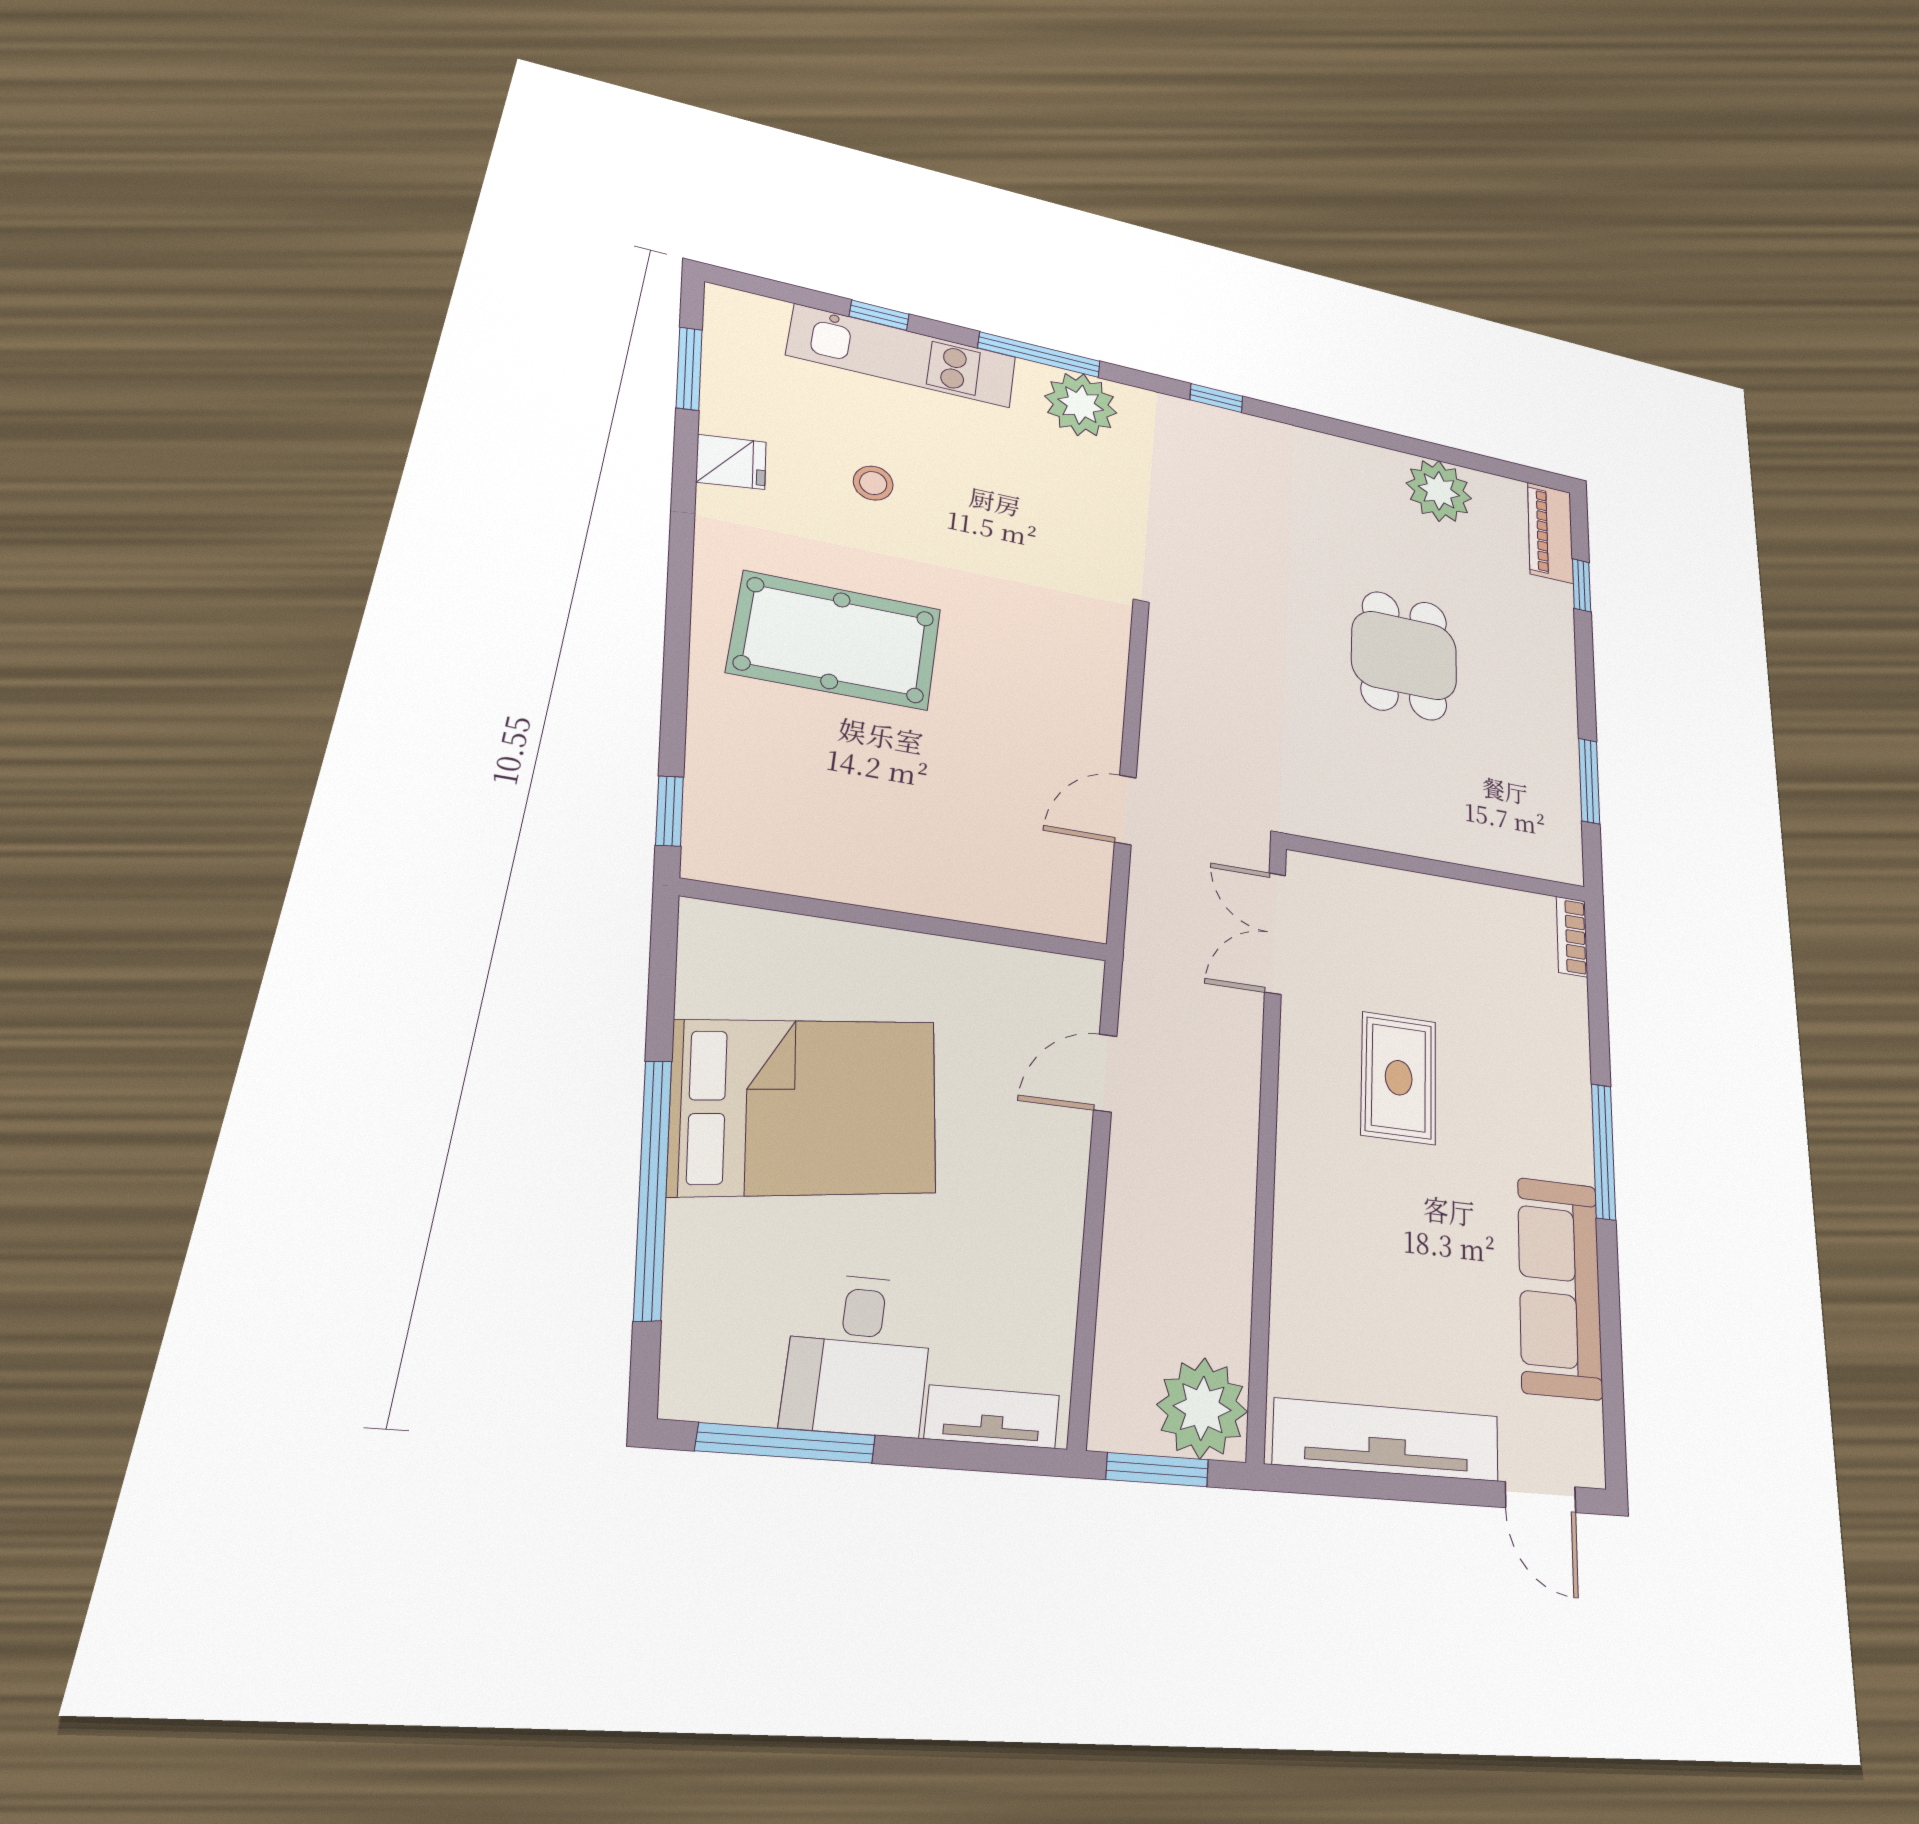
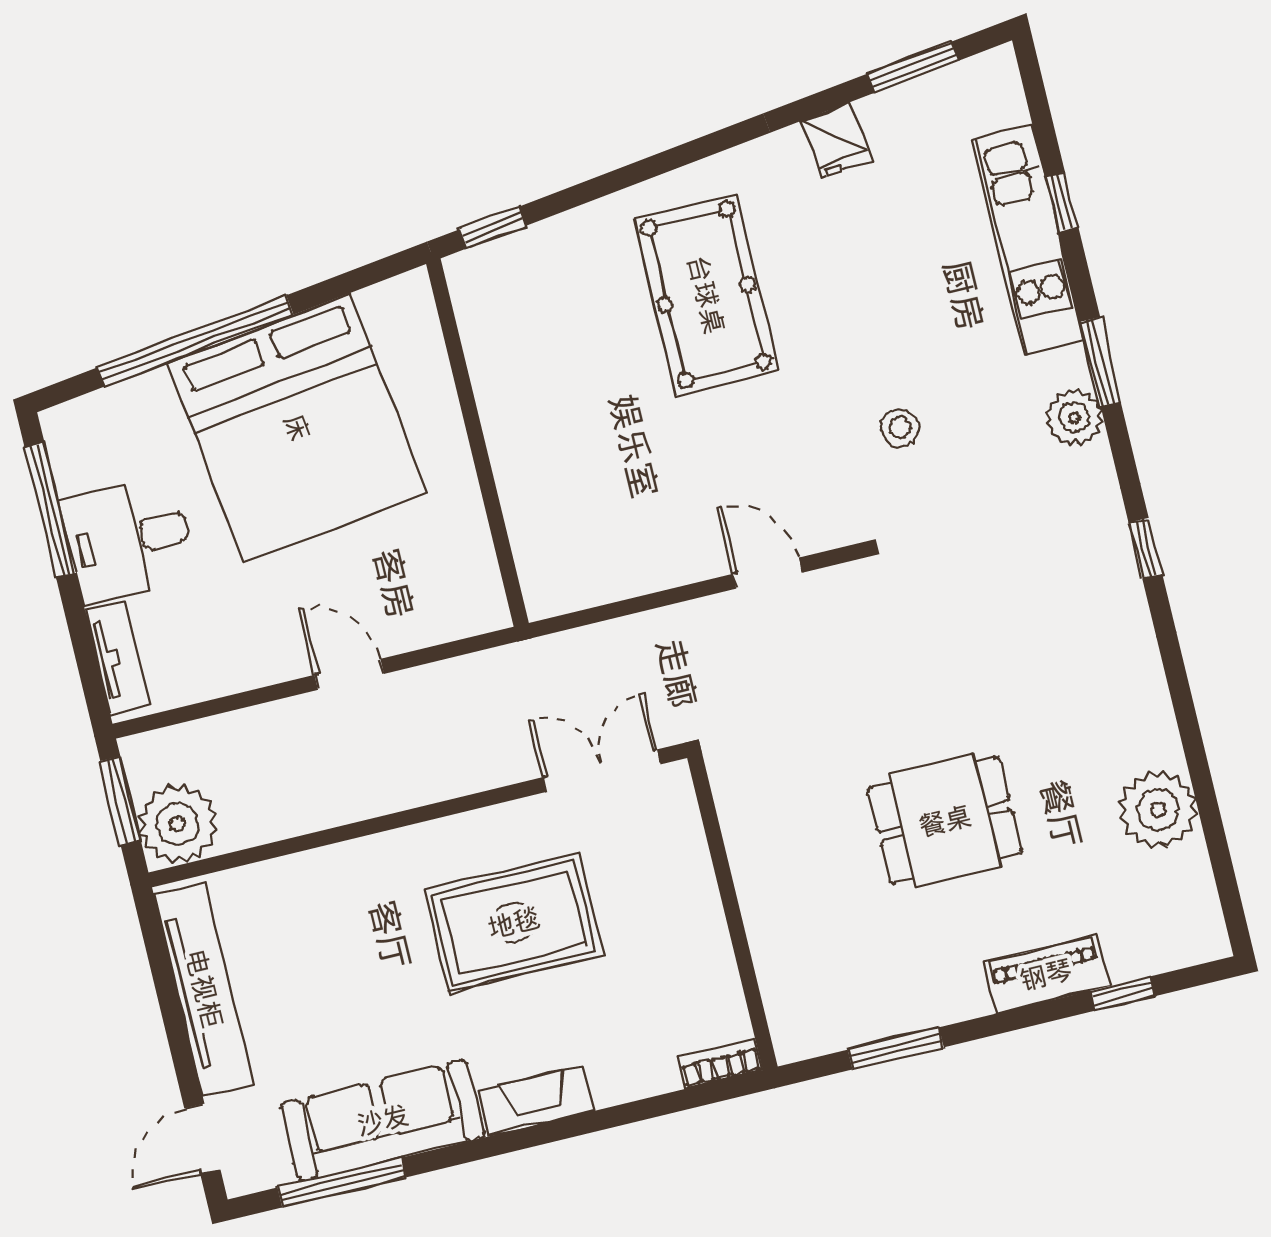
window: (1039, 355) -> (1100, 362), width x0.69
plant: (1081, 405) -> (1074, 418), width x0.73, depth x0.73
stool: (873, 483) -> (900, 428), moved
piano: (1550, 533) -> (1046, 975), moved
door: (1125, 810) -> (768, 573), moved
door: (1105, 1073) -> (349, 674), moved
rug: (1399, 1078) -> (514, 923), width x1.36, depth x1.43
bed: (805, 1107) -> (297, 428), width x1.36
fireplace: (1571, 1123) -> (536, 1101), added
window: (1603, 1151) -> (342, 1182), moved

